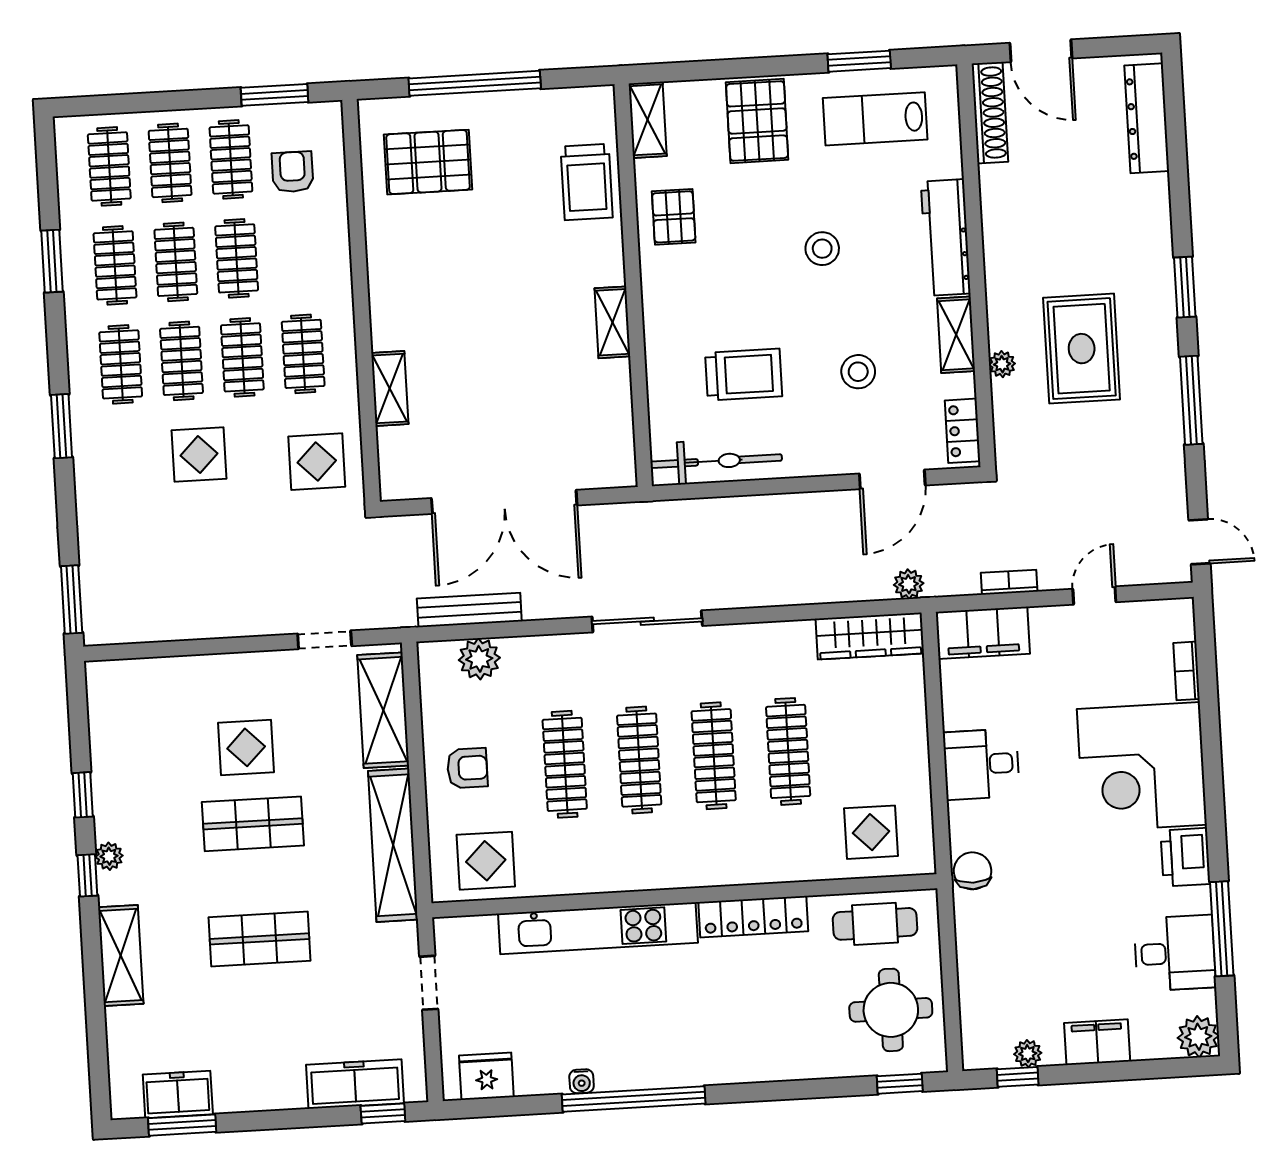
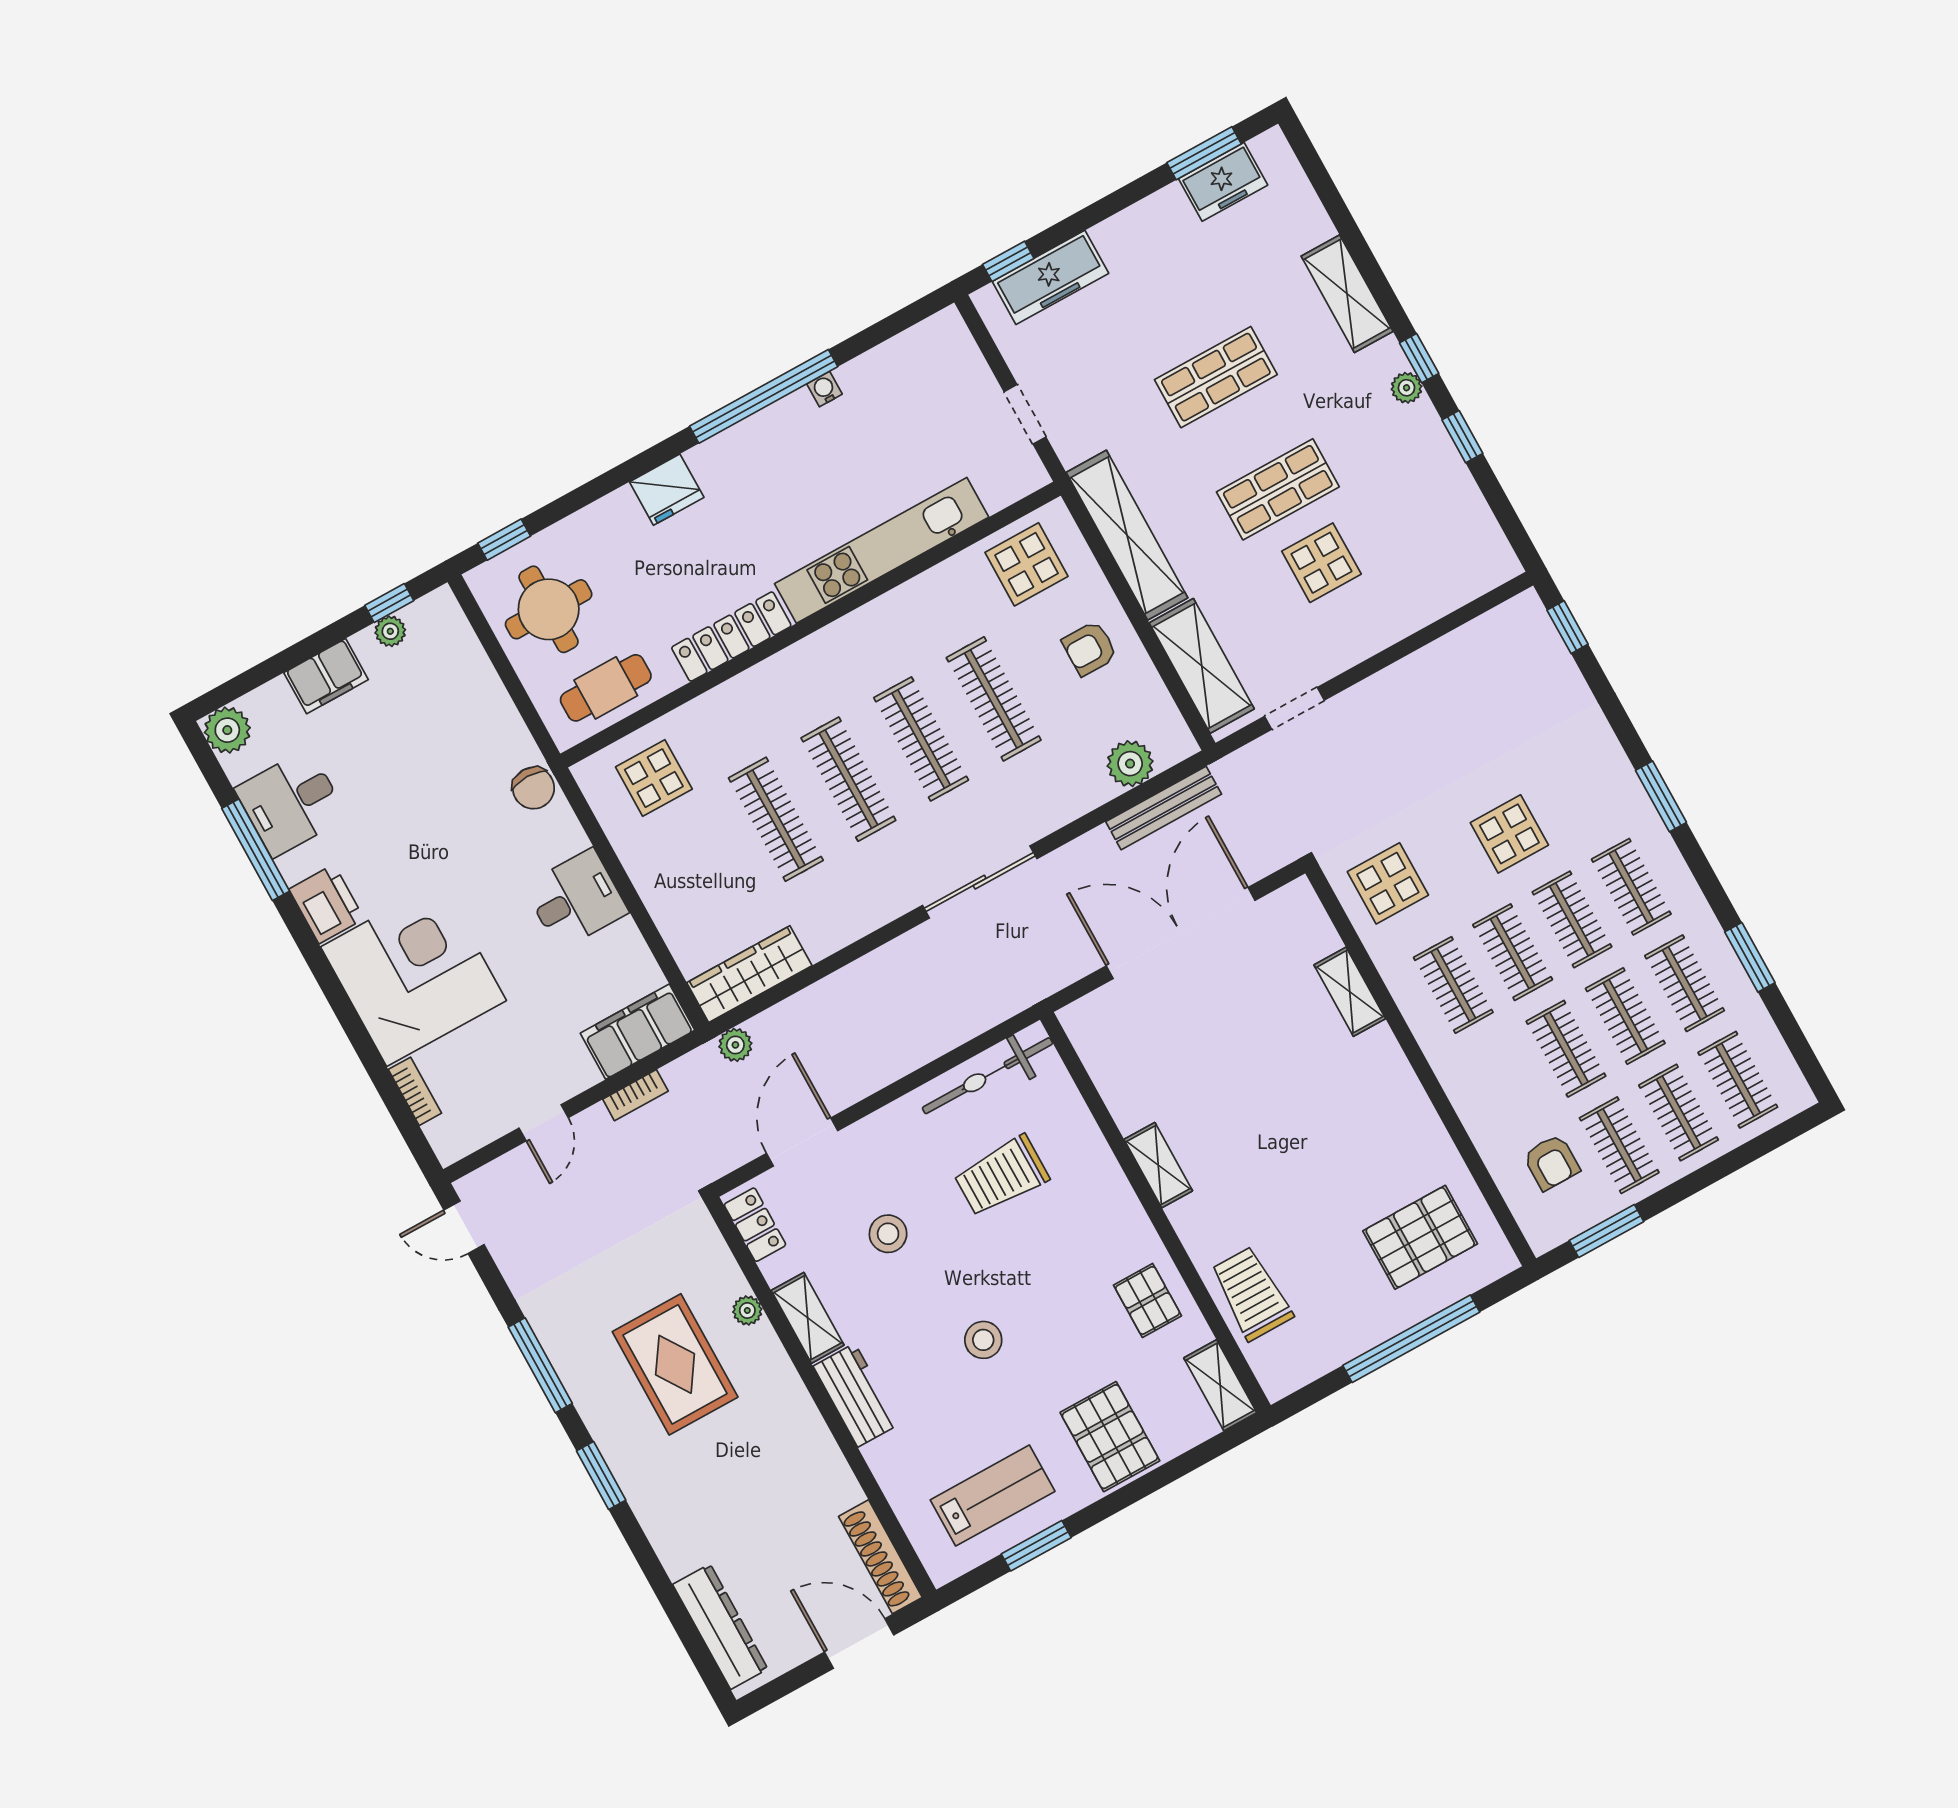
workbench: (946, 238) -> (856, 1395), width x0.73
window: (72, 600) -> (1568, 627), width x0.67
fridge: (486, 1076) -> (667, 490), moved

